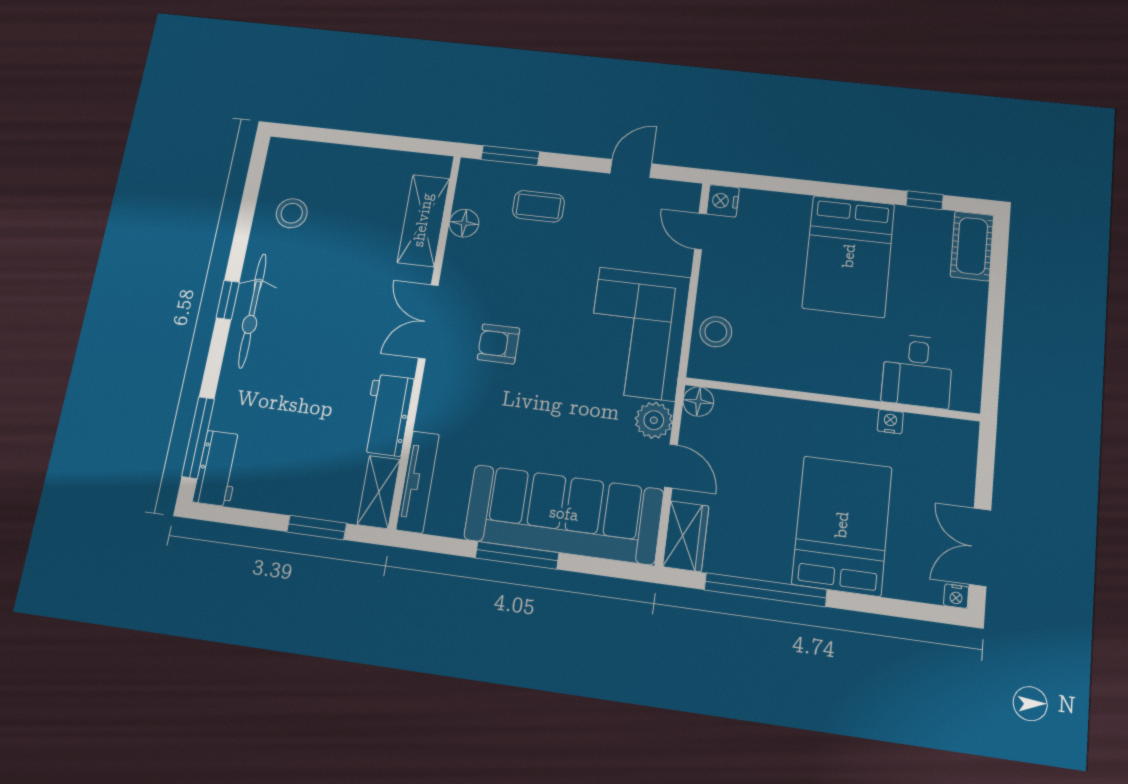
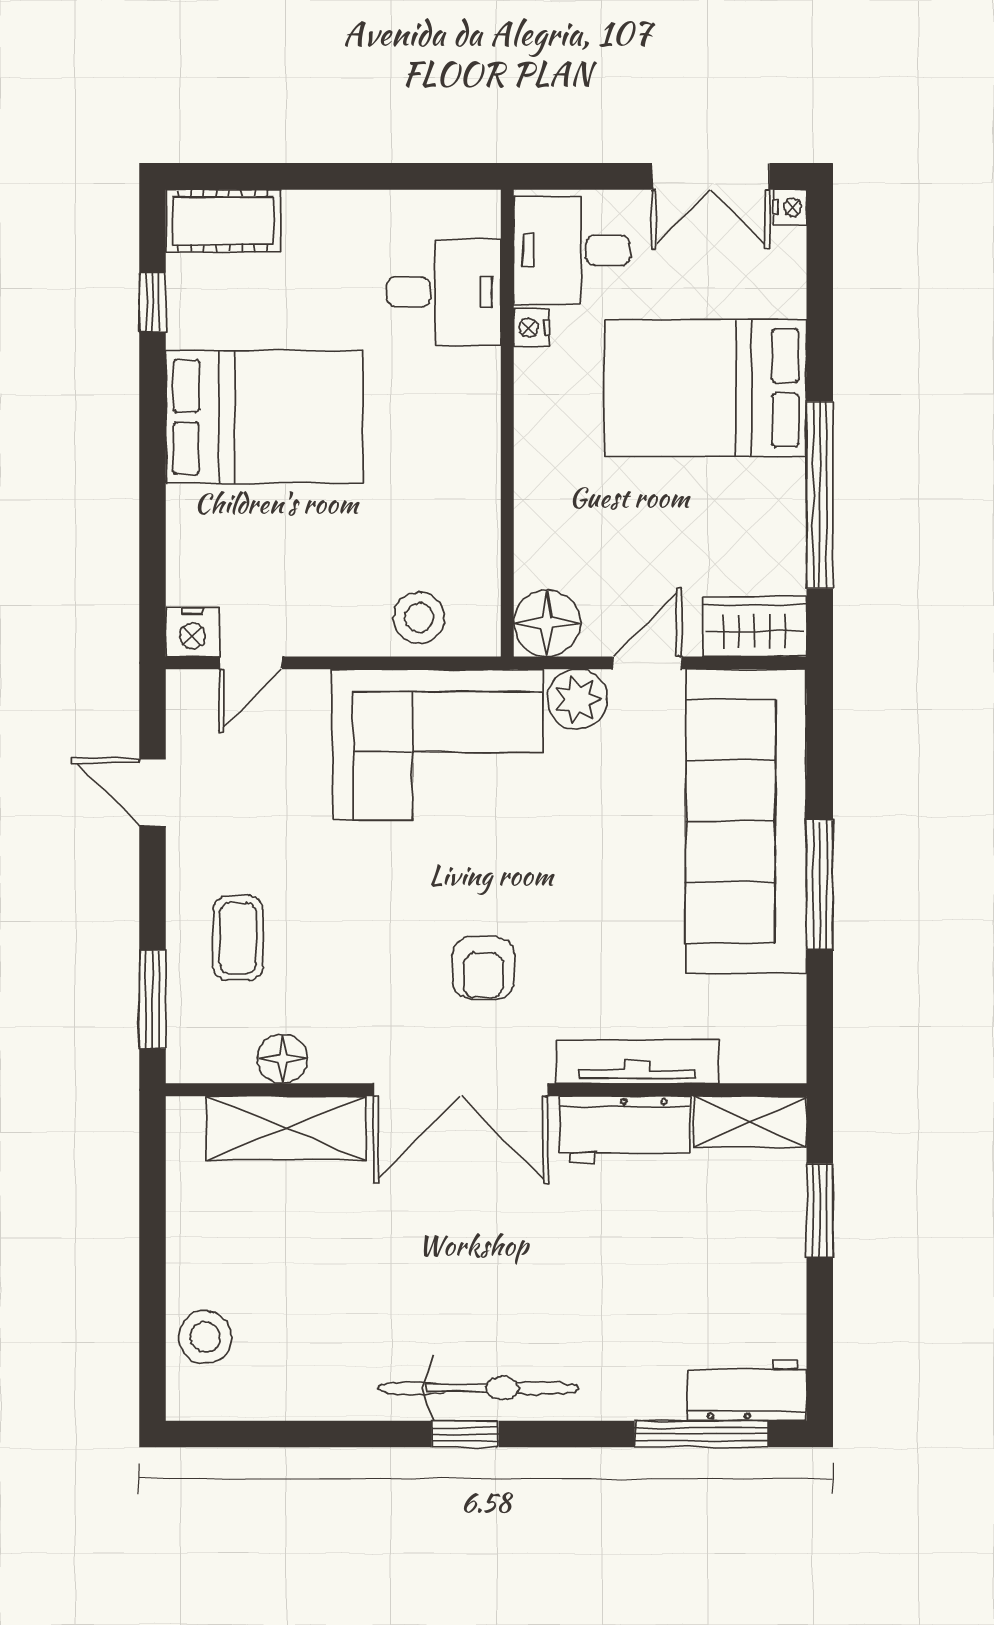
stool: (292, 213) -> (205, 1337), moved
double door: (428, 322) -> (461, 1090), width x1.37
floor lamp: (698, 402) -> (547, 623), width x1.38, depth x1.38
desk: (938, 453) -> (572, 250), added
tv unit: (418, 482) -> (637, 1062), moved

